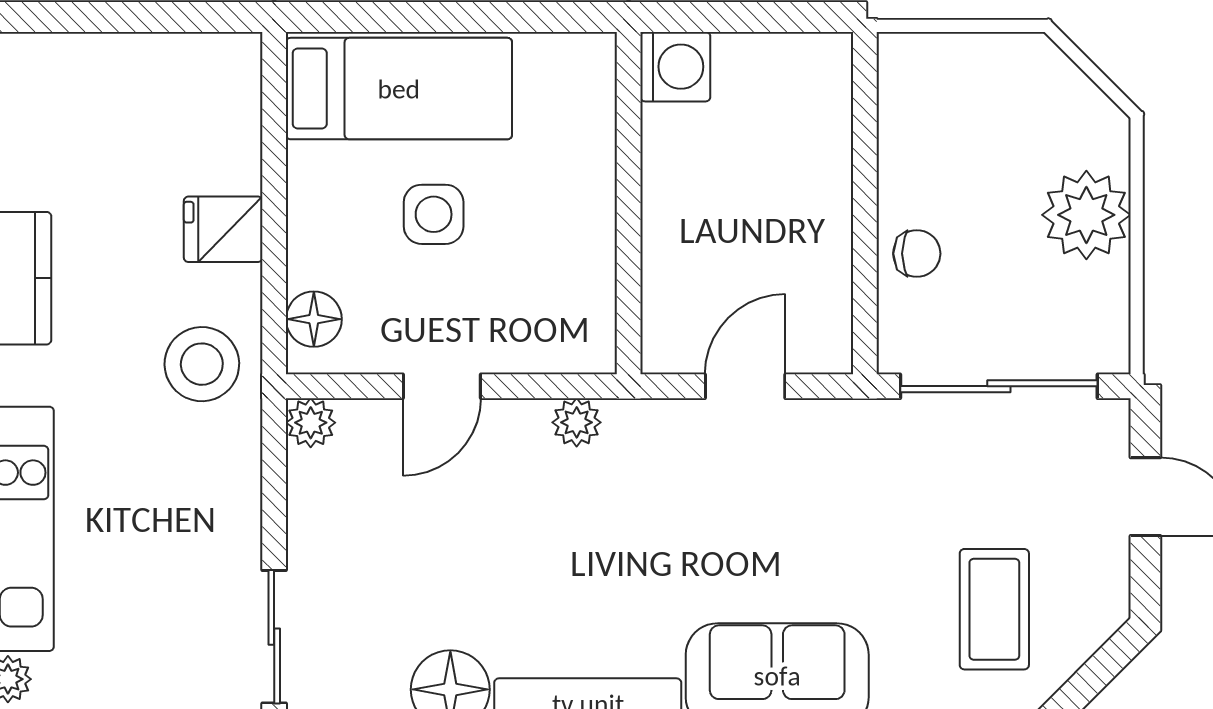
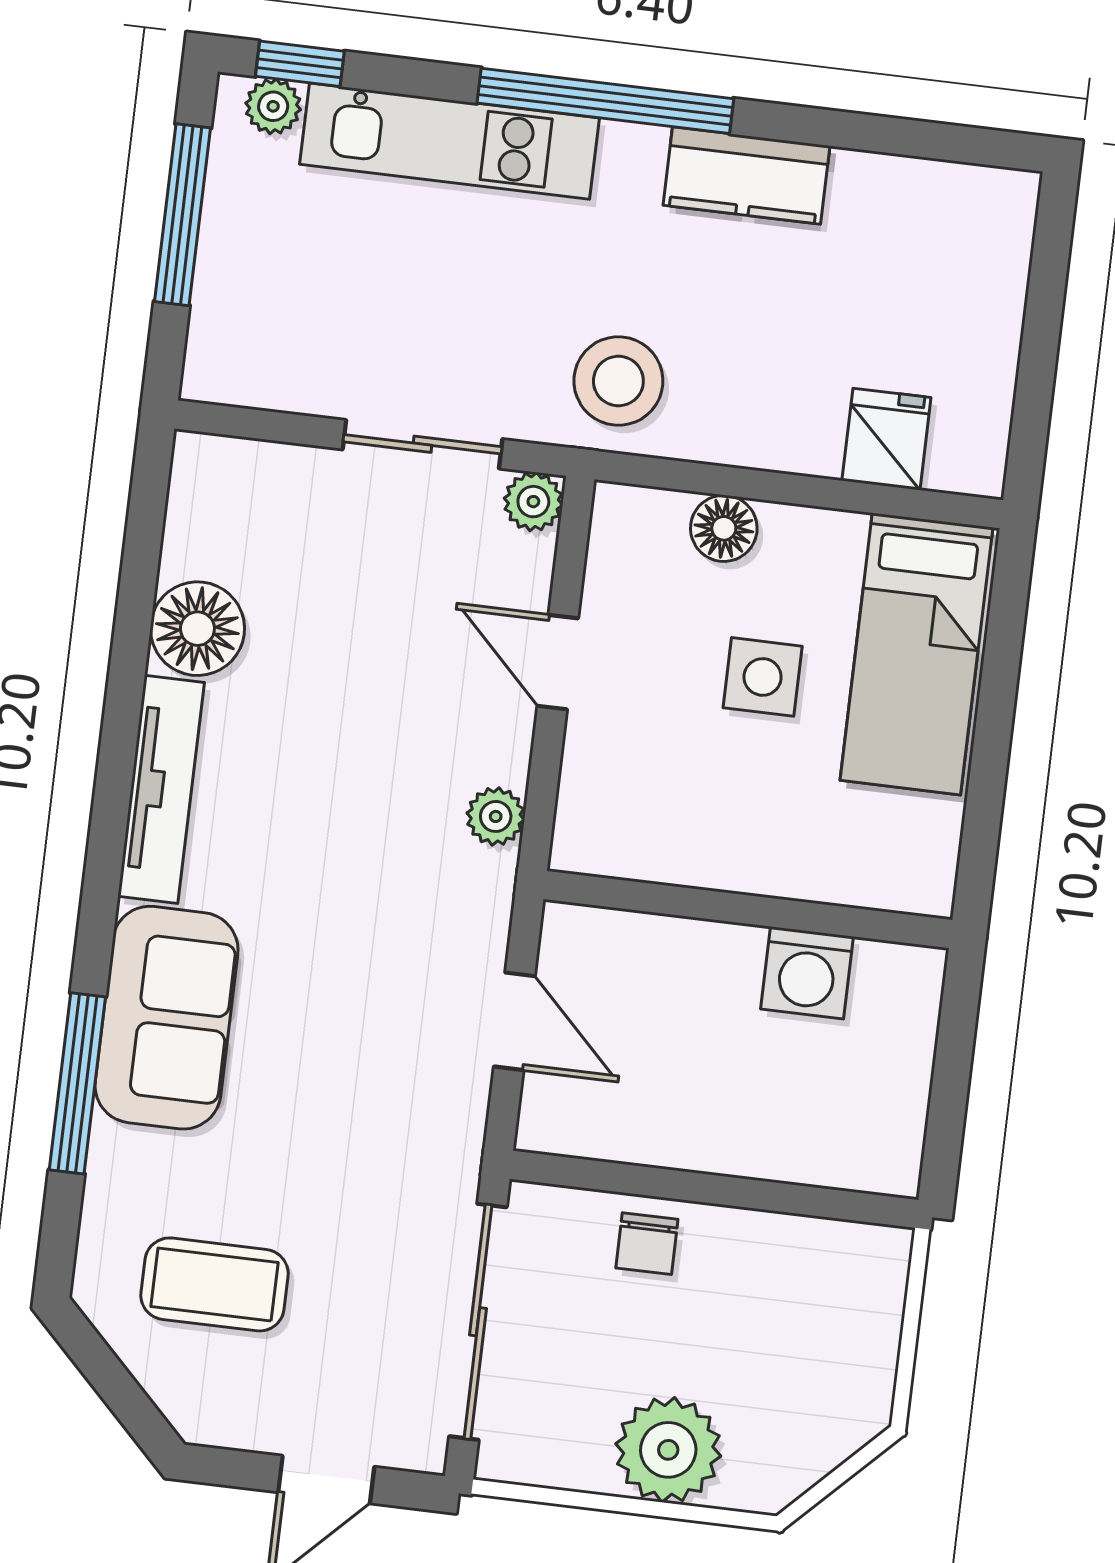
washing machine: (675, 67) -> (807, 973), moved
fridge: (223, 229) -> (886, 439), moved
floor lamp: (314, 319) -> (724, 528), moved
sliding door: (274, 637) -> (423, 444), moved

